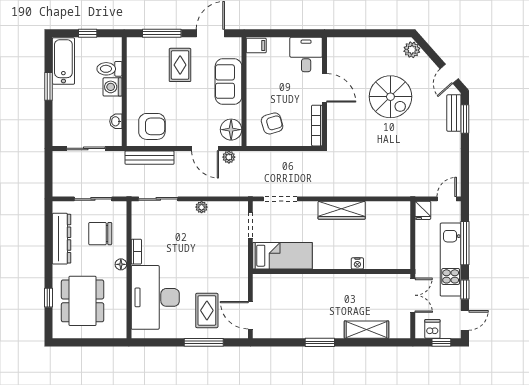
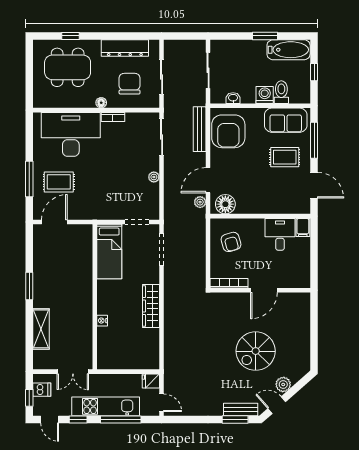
plant: (412, 50) -> (283, 384), moved
desk: (306, 55) -> (280, 234), moved, turned -90
sofa: (228, 82) -> (286, 120), moved, turned 180
armchair: (152, 126) -> (228, 131), width x1.36, depth x1.36

